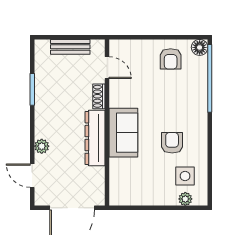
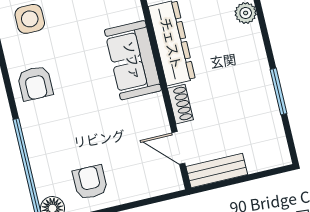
bench: (70, 47) -> (217, 171), moved
armchair: (172, 143) -> (35, 83), moved

